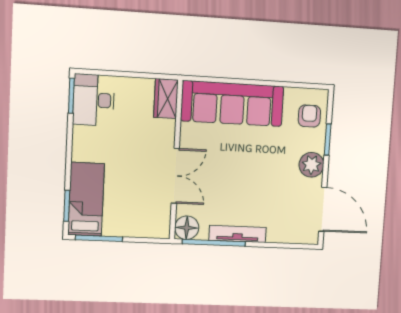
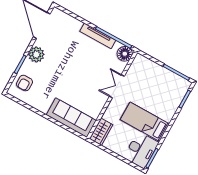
sofa: (232, 104) -> (71, 118), width x0.74, depth x0.79
double door: (175, 176) -> (117, 86), width x0.73
bed: (86, 199) -> (145, 122), moved, turned 90

